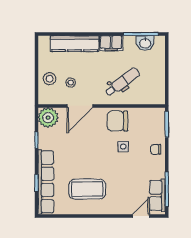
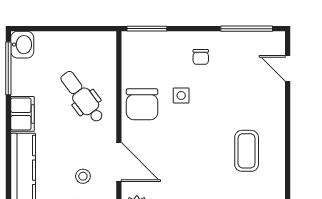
washbasin: (145, 43) -> (22, 45), moved
chair: (156, 149) -> (201, 57), moved
coffee table: (87, 189) -> (247, 151), width x0.73, depth x0.76
row of seats: (157, 195) -> (256, 43), removed

